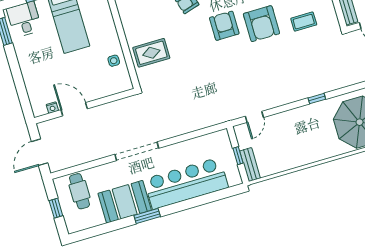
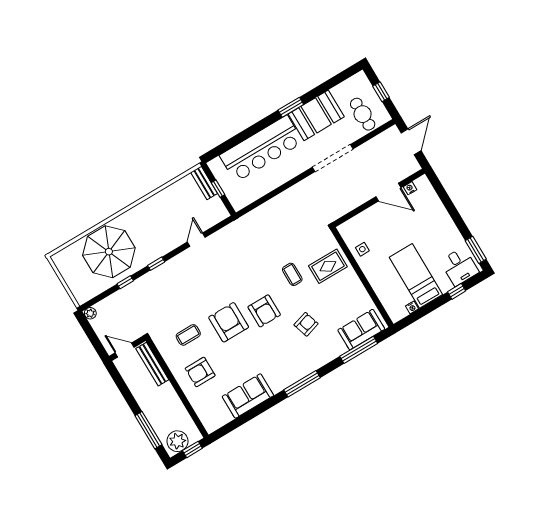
coffee table: (188, 54) -> (292, 274), added
window: (351, 88) -> (125, 282), added
door: (254, 117) -> (196, 240), moved
doorway: (137, 151) -> (333, 158), moved

